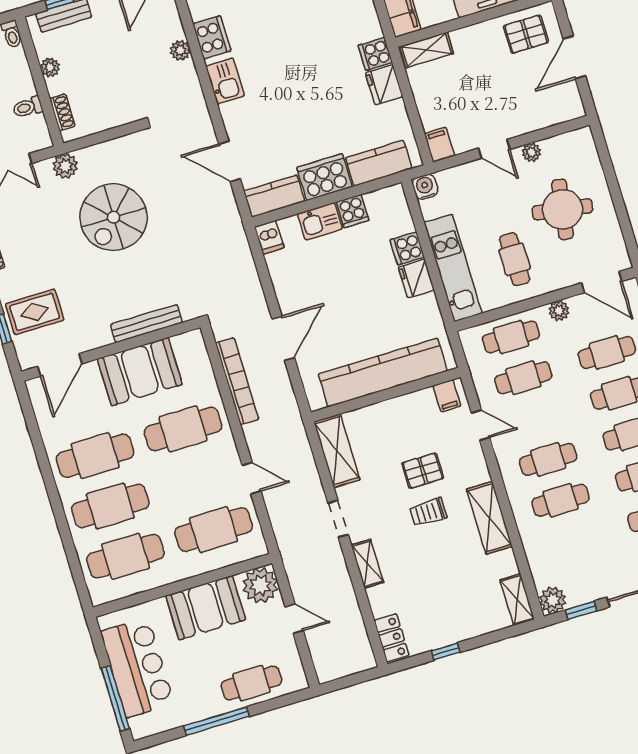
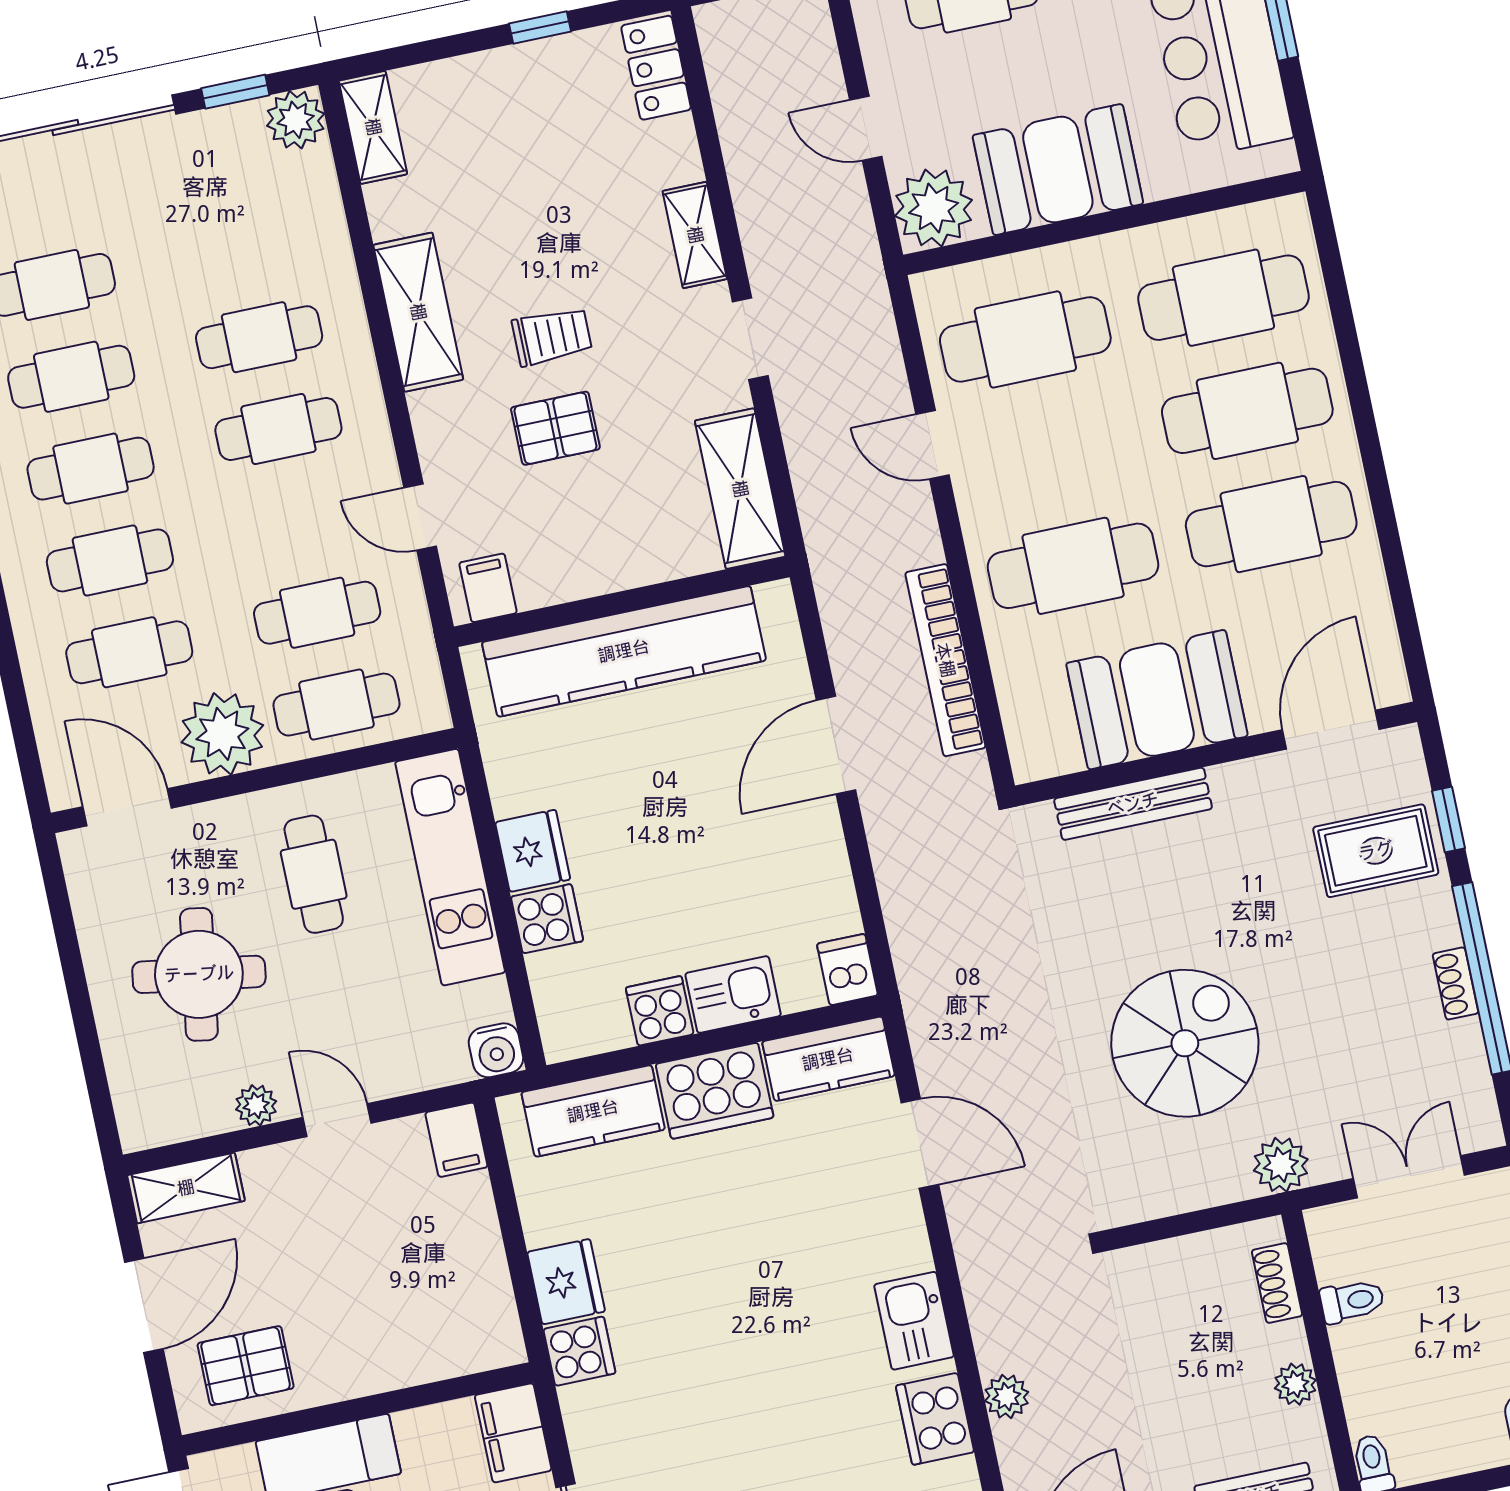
shelving: (427, 50) -> (186, 1188), moved
plant: (559, 311) -> (222, 734), width x1.88, depth x1.88

